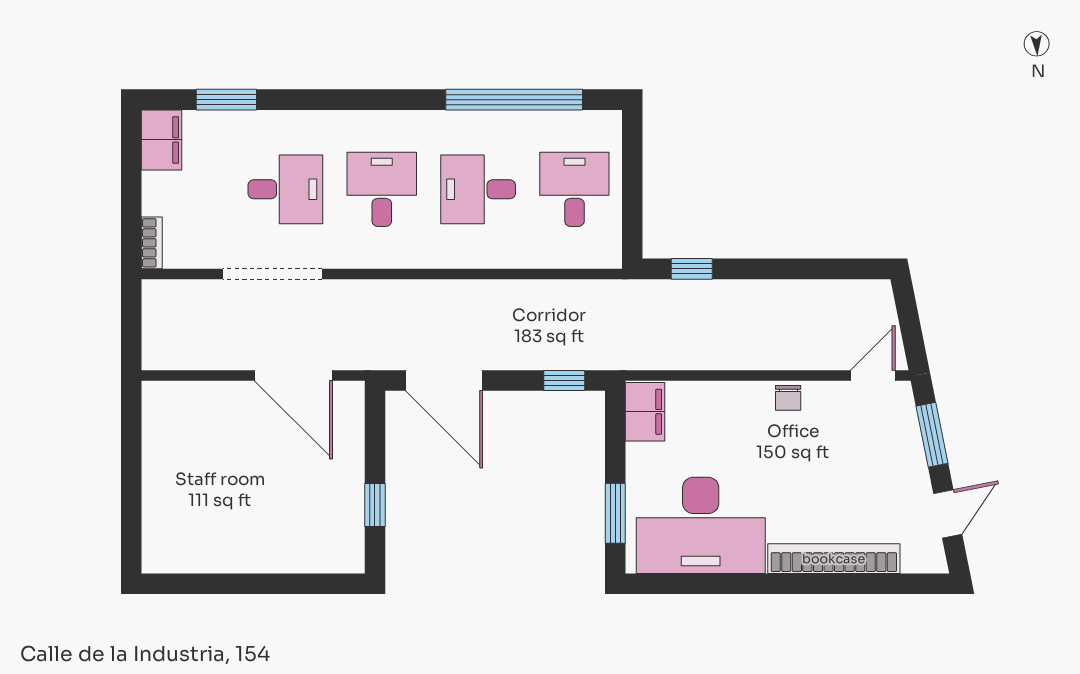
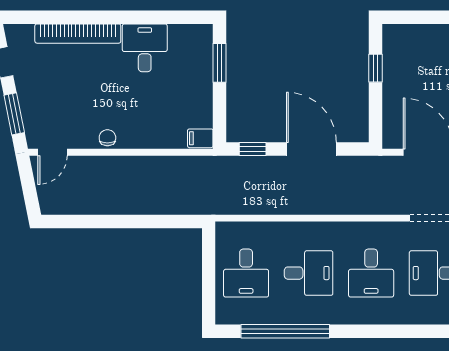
window: (692, 269) -> (170, 221), removed
door: (444, 381) -> (311, 149), moved
filing cabinet: (645, 412) -> (200, 138), width x0.50
desk: (701, 525) -> (145, 48), width x0.53, depth x0.77

